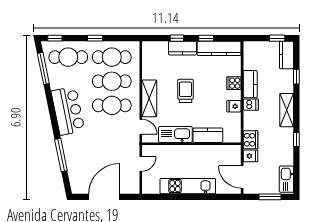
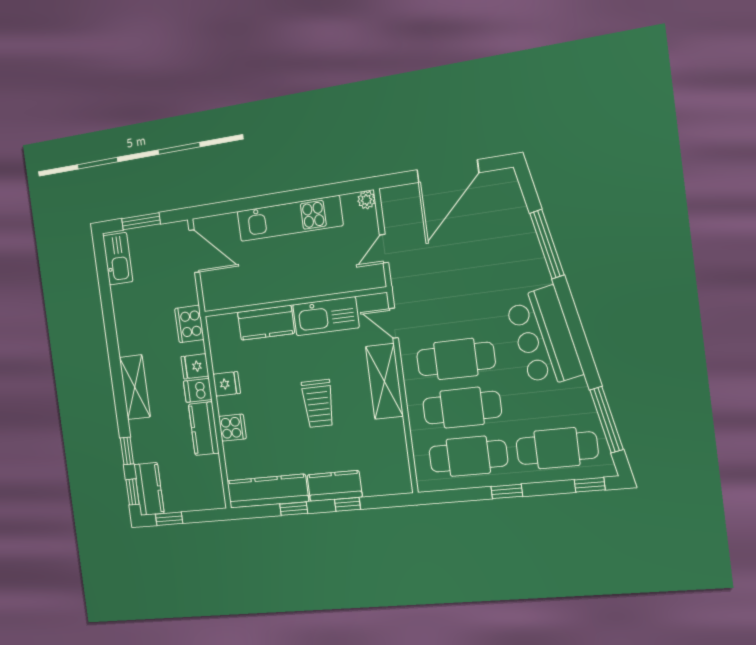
window: (296, 139) -> (133, 492), moved
fridge: (251, 156) -> (195, 366), moved
plant: (146, 189) -> (366, 200), added

